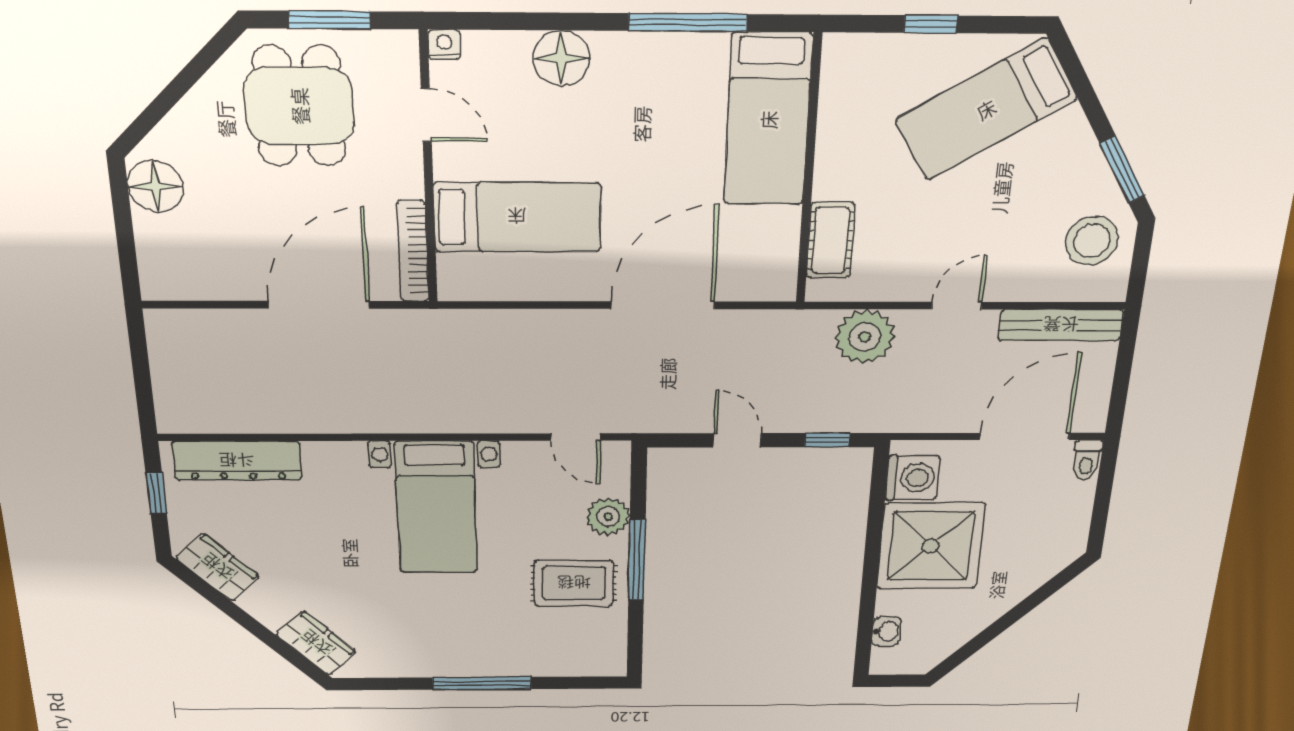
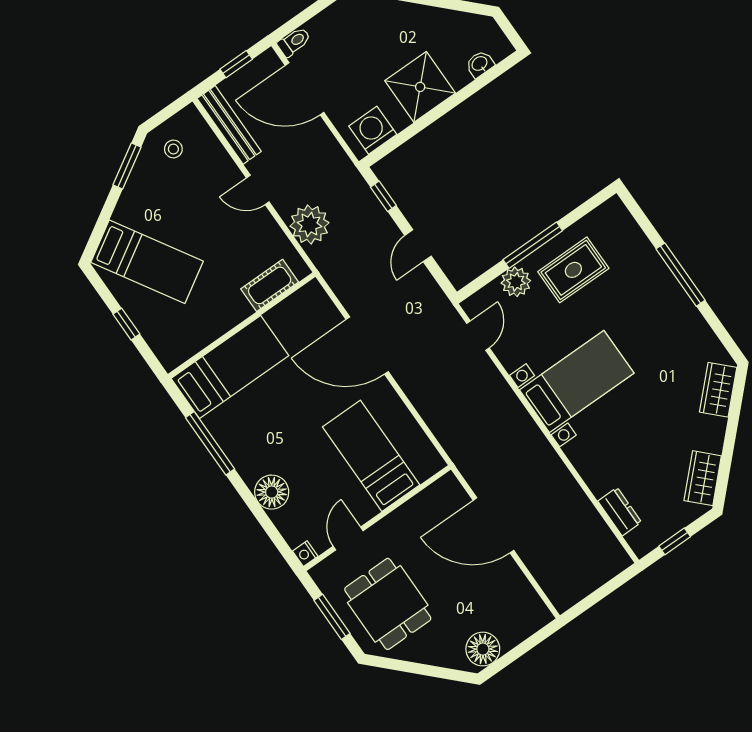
dining table: (299, 106) -> (388, 604), turned 90
stool: (1092, 241) -> (173, 149), width x0.53, depth x0.53
bookcase: (413, 251) -> (428, 496), removed
window: (1121, 381) -> (236, 64), added
dresser: (237, 461) -> (620, 512), width x0.51, depth x0.80
shower: (931, 546) -> (420, 87), width x0.73, depth x0.73
rug: (574, 583) -> (573, 270), turned 90

